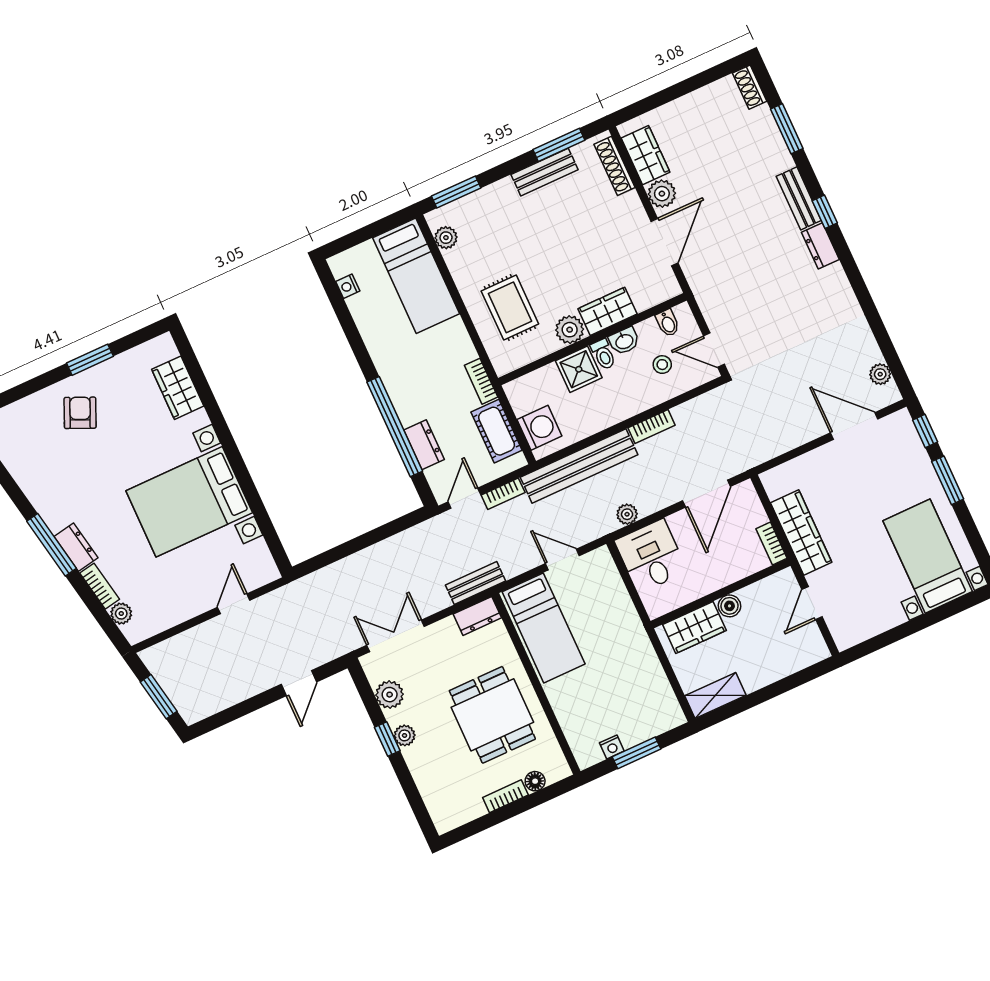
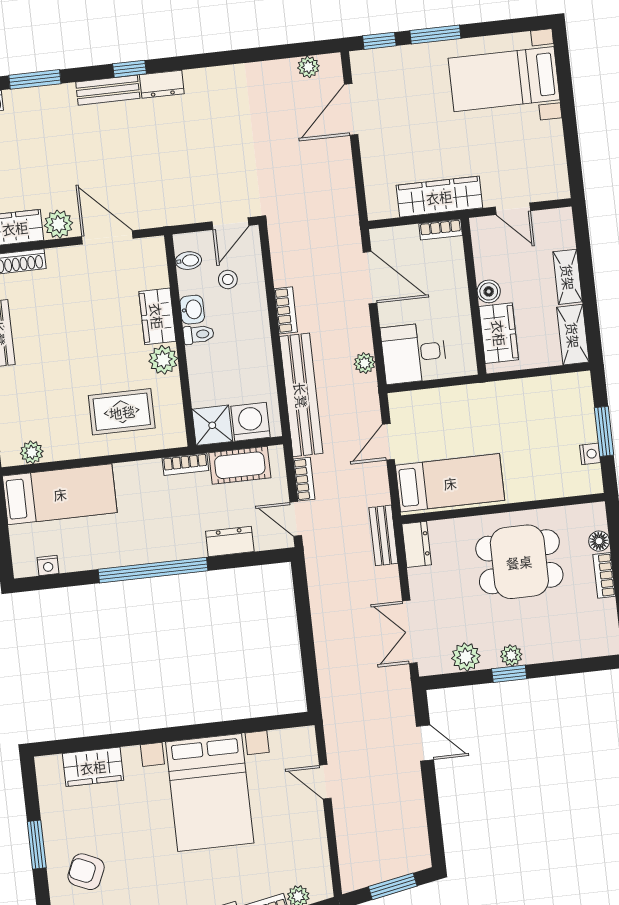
shower: (579, 369) -> (212, 425), moved
window: (395, 427) -> (153, 570), moved
shelving: (767, 673) -> (568, 277), added

